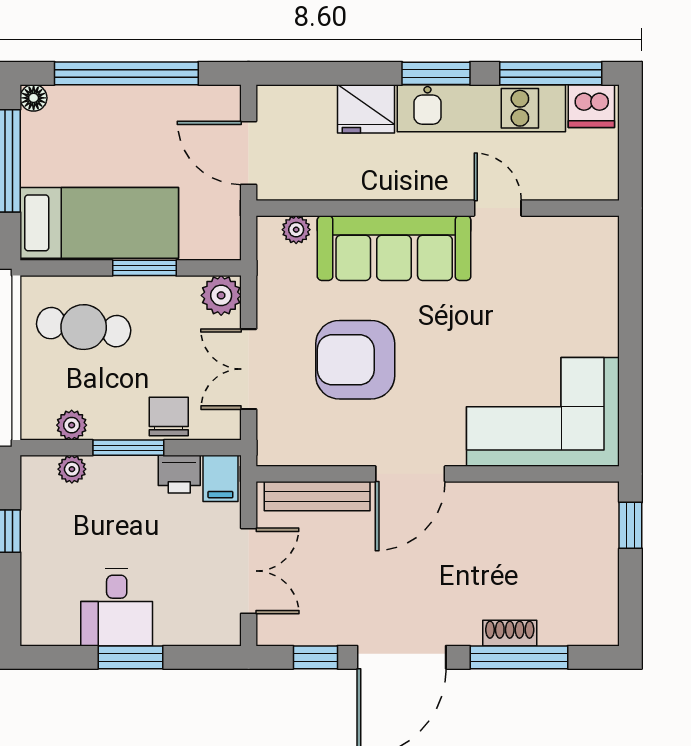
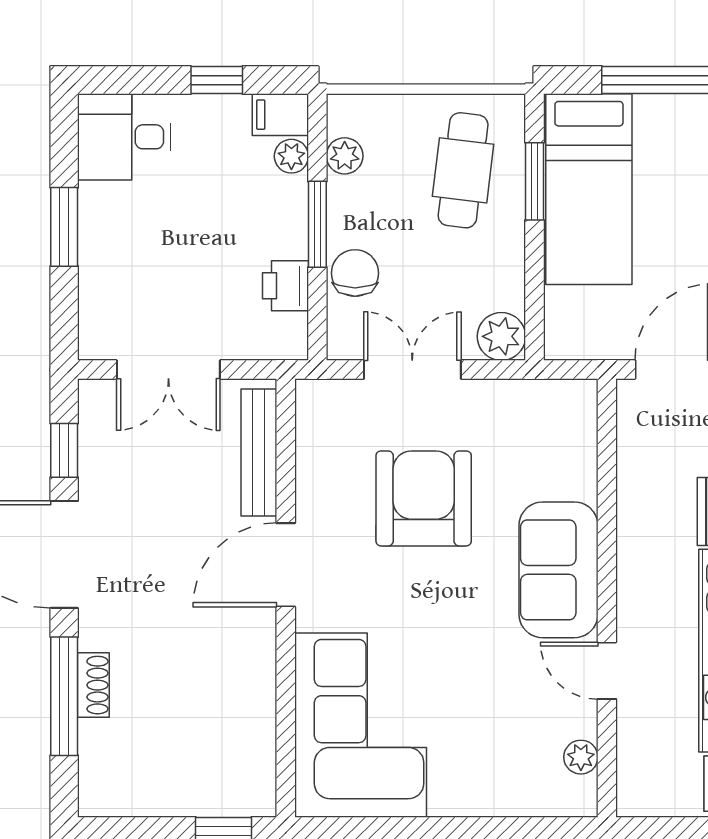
door: (498, 208) -> (607, 671), swing flipped
plant: (296, 230) -> (581, 757), moved
sofa: (394, 248) -> (558, 570), width x0.73
window: (144, 268) -> (534, 181), moved
chair: (169, 417) -> (355, 273), turned -90
door: (410, 474) -> (286, 565), hinge flipped
filing cabinet: (220, 478) -> (280, 115), moved
desk: (117, 608) -> (124, 137), moved

